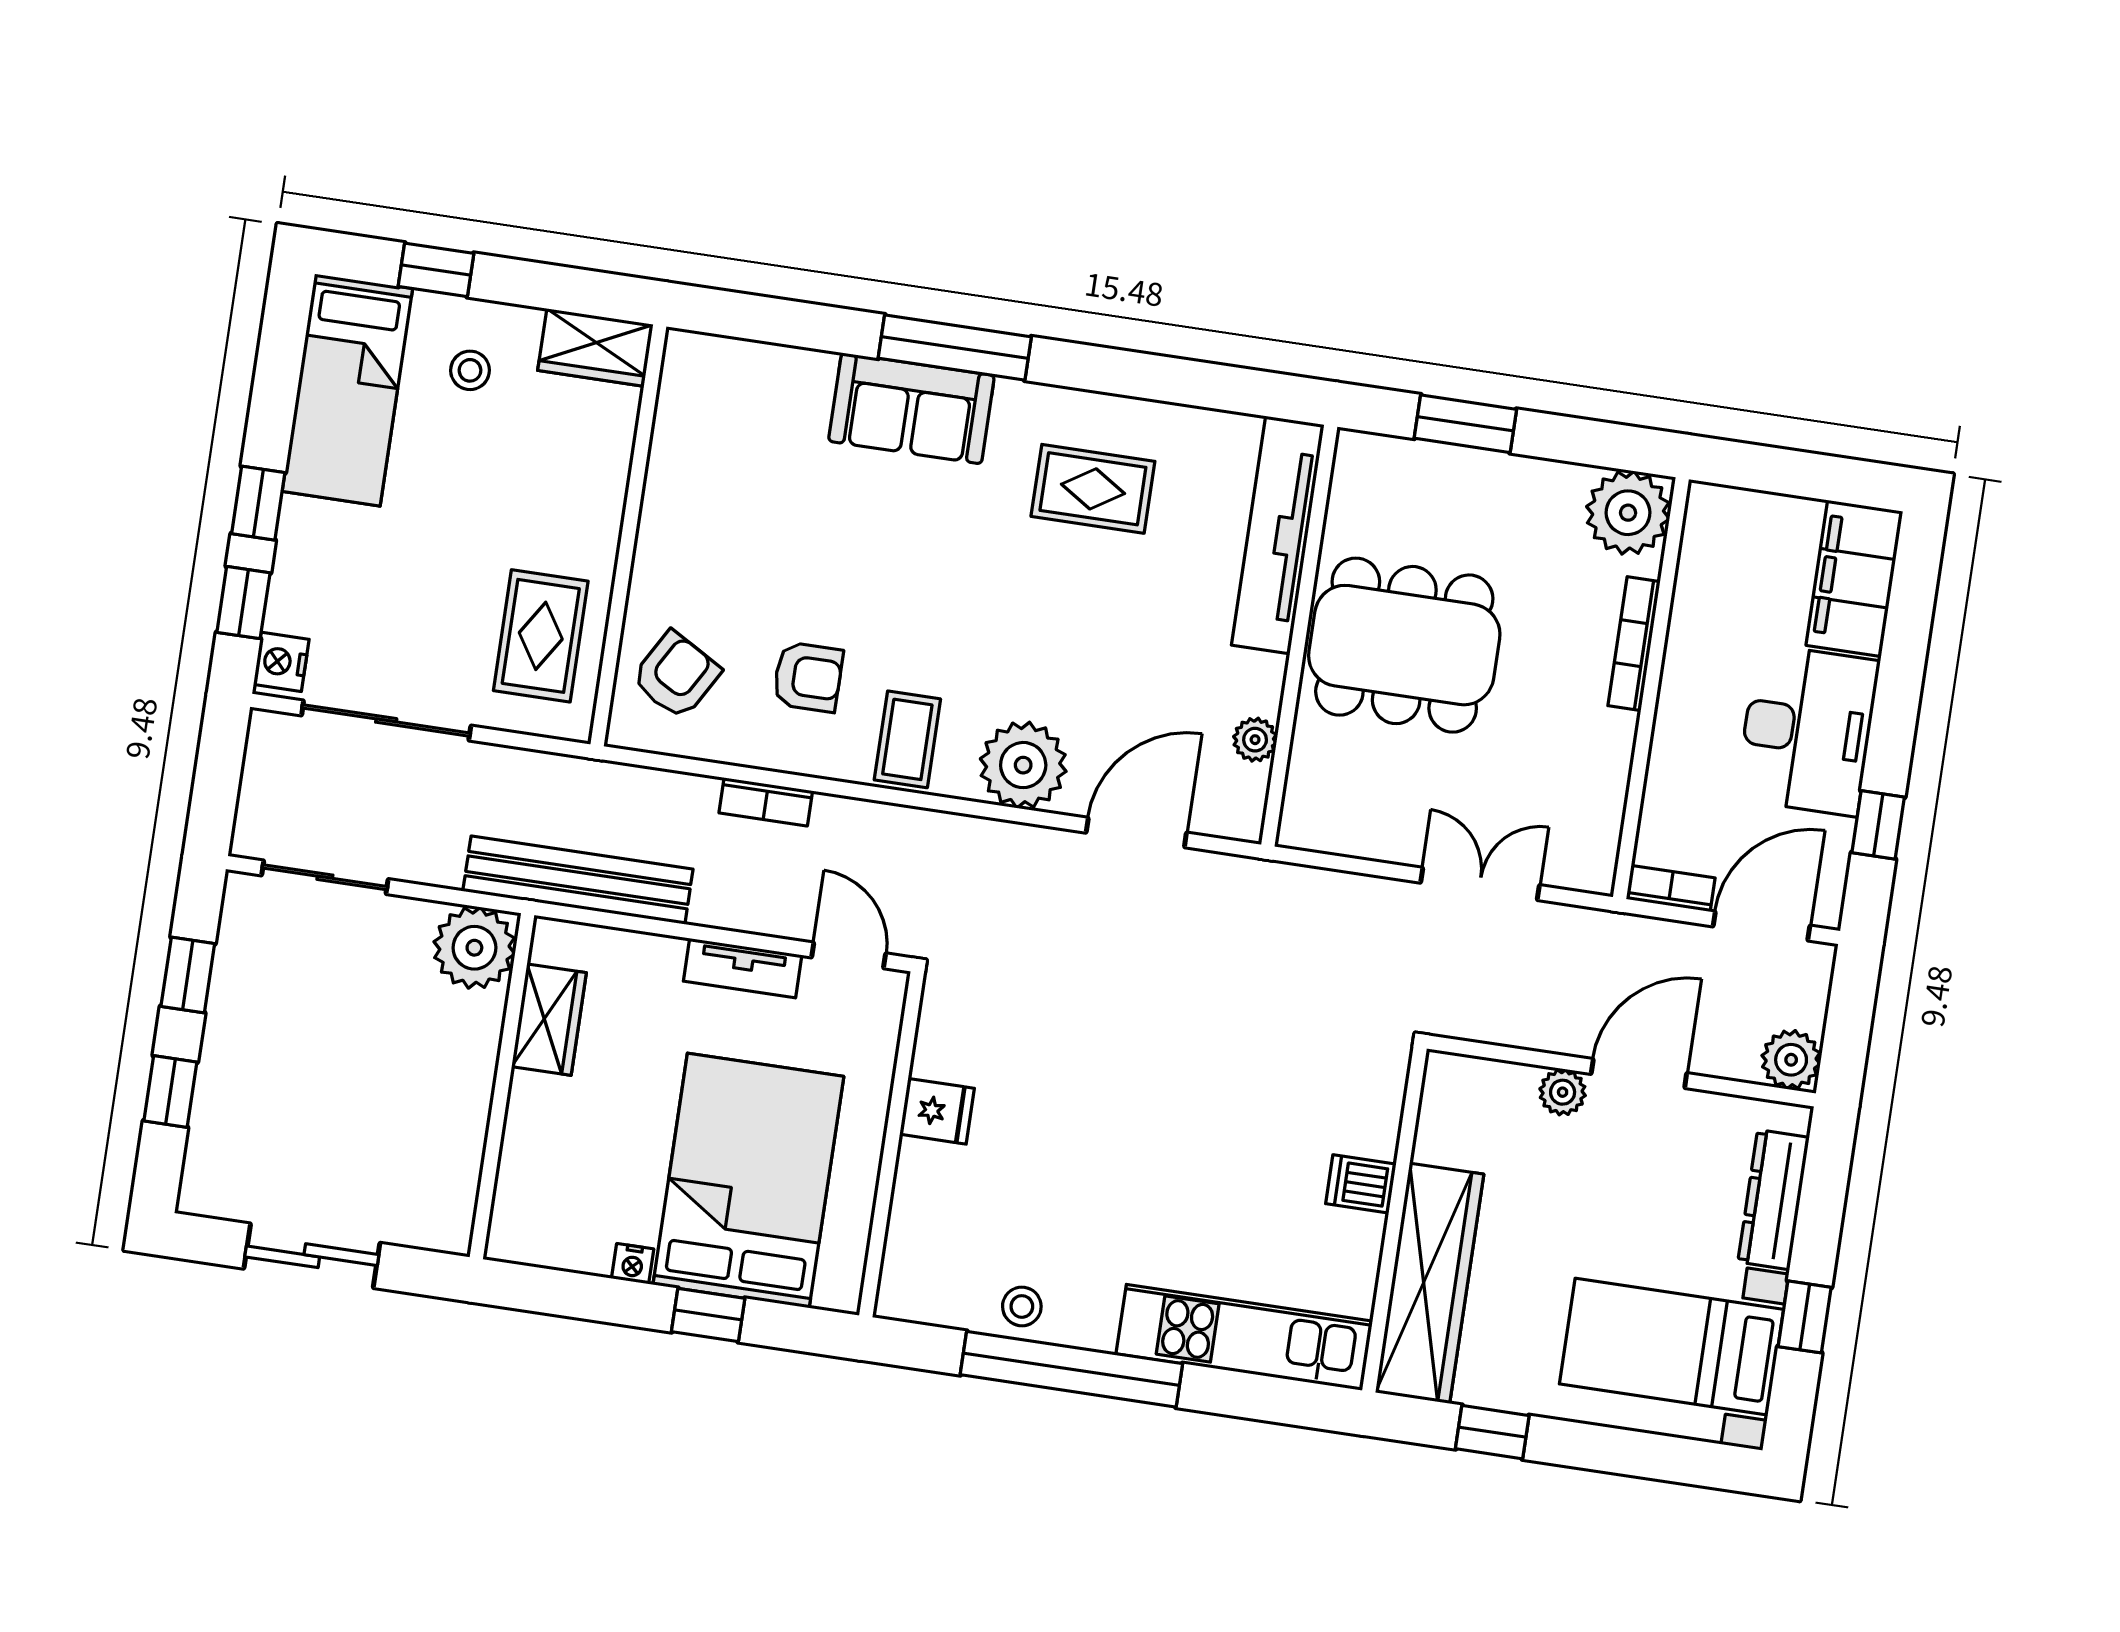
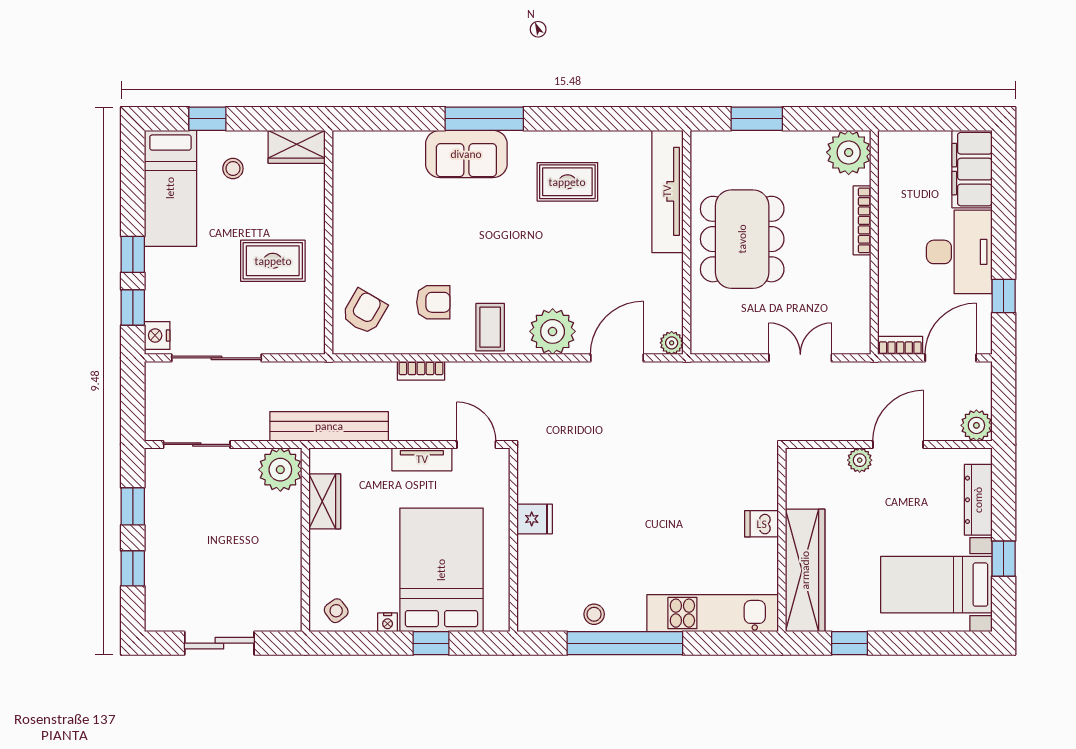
rug: (541, 636) -> (273, 261), moved, turned 90
dining table: (1404, 645) -> (742, 239), turned 90
plant: (1255, 740) -> (672, 343), moved
side table: (540, 1228) -> (336, 611), added

